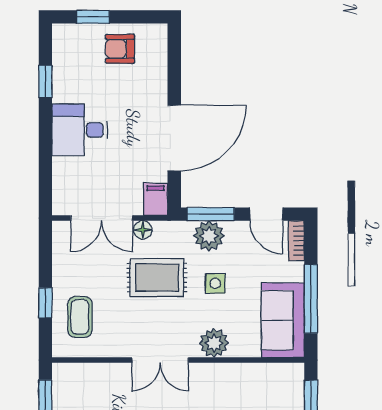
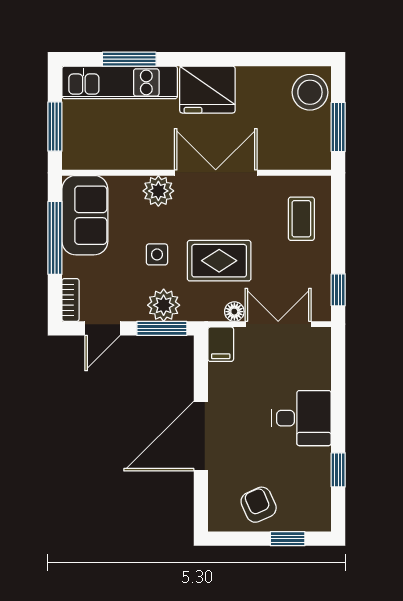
armchair: (120, 49) -> (259, 505), turned -114
door: (174, 138) -> (201, 436), moved
door: (266, 214) -> (103, 328), swing flipped
window: (45, 303) -> (338, 290), moved
double door: (160, 360) -> (216, 173), width x1.37

